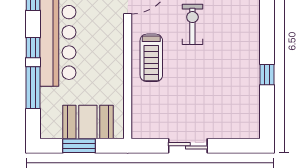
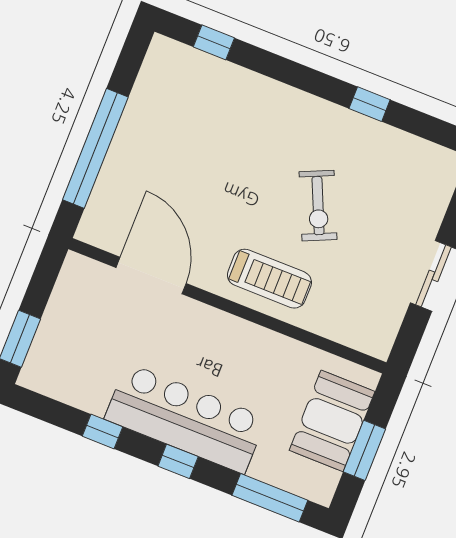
exercise bike: (192, 24) -> (318, 206), moved, turned -114
window: (33, 88) -> (270, 498), moved

